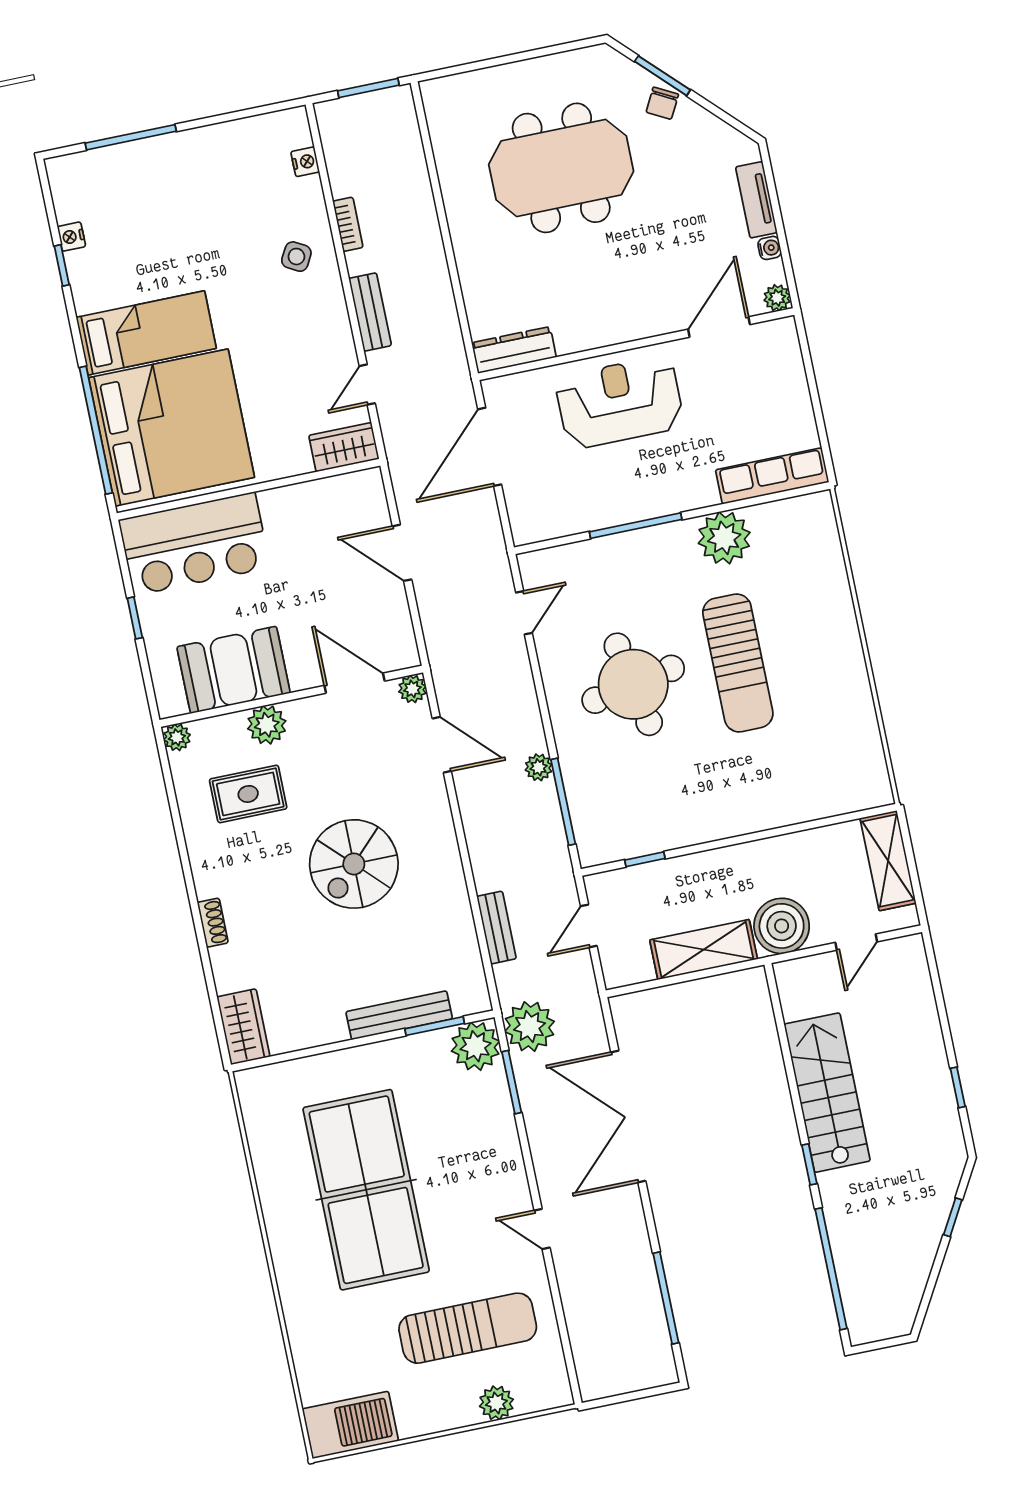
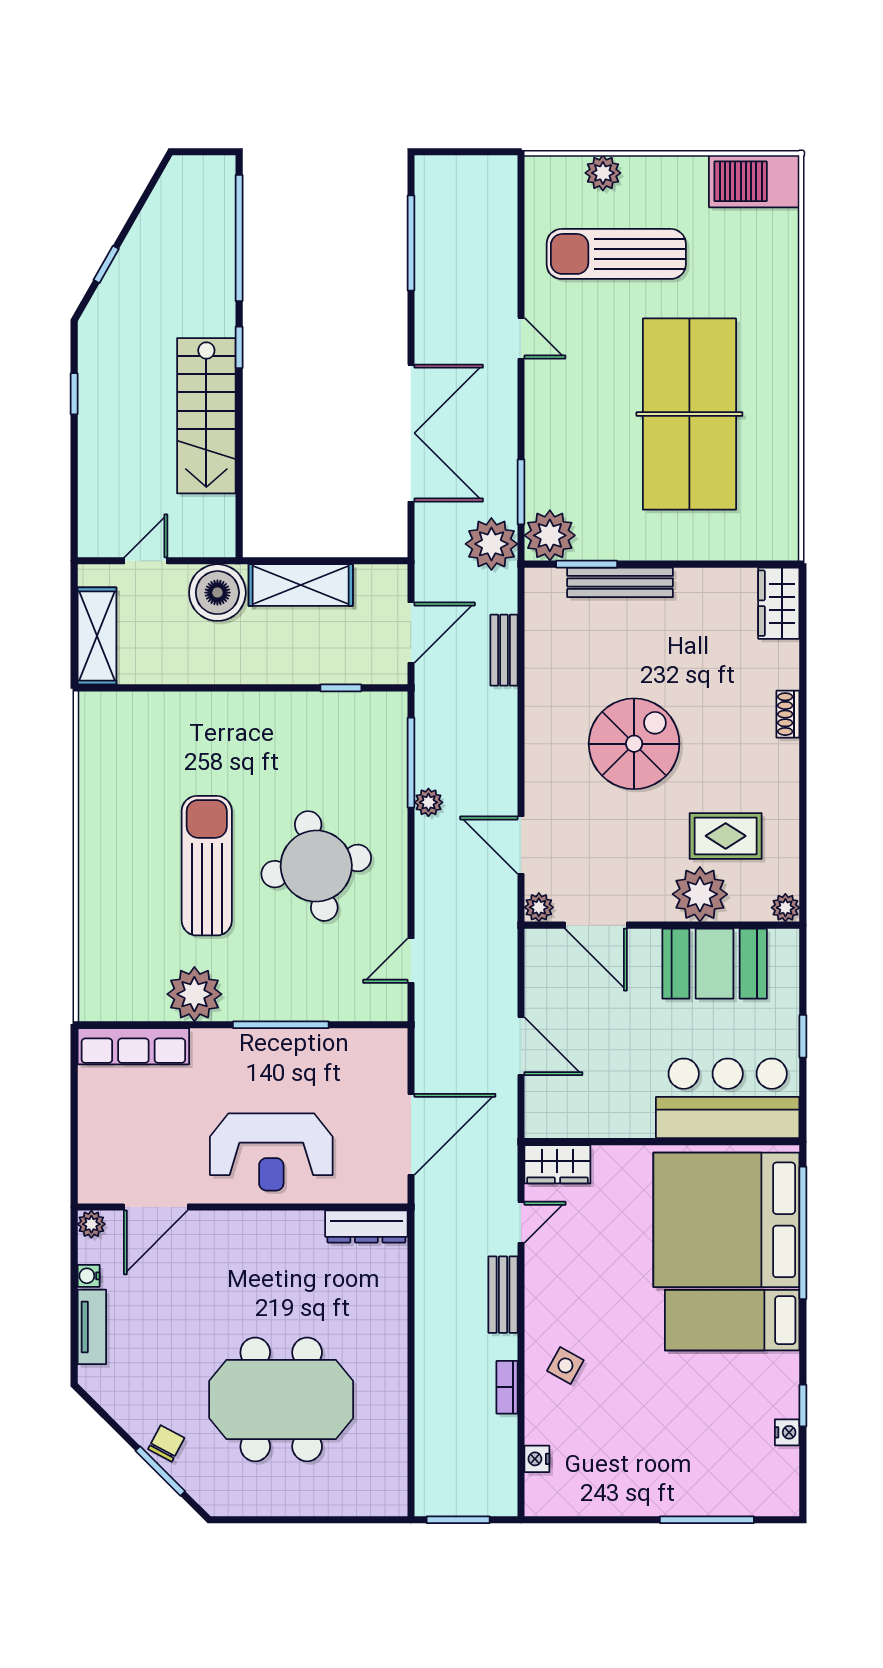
plant: (267, 725) -> (700, 894), width x1.36, depth x1.36
door: (589, 926) -> (411, 633), width x1.38

